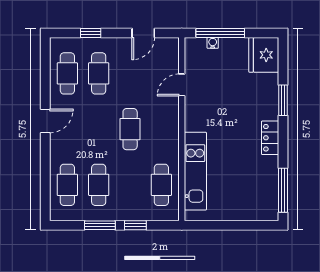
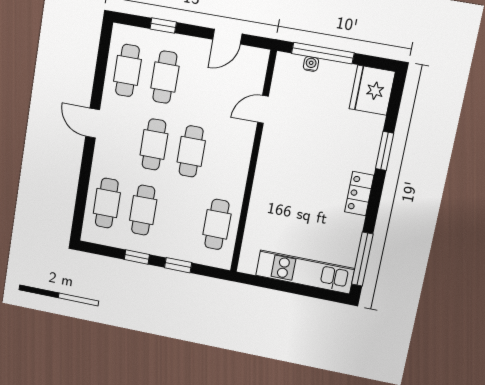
door: (45, 121) -> (93, 123), swing flipped
cafe table: (99, 129) -> (154, 144), added
kitchen unit: (195, 171) -> (305, 272), moved, turned -90
window: (100, 225) -> (137, 257), width x0.67

